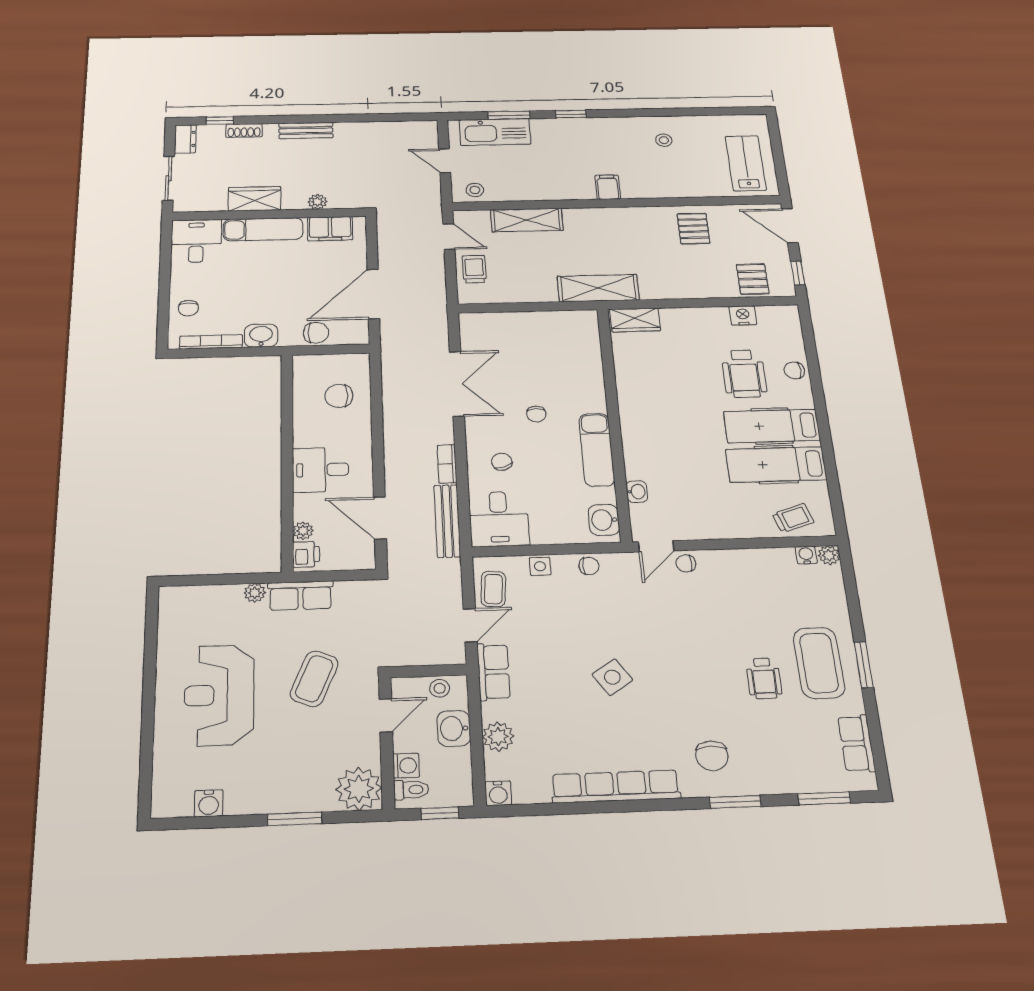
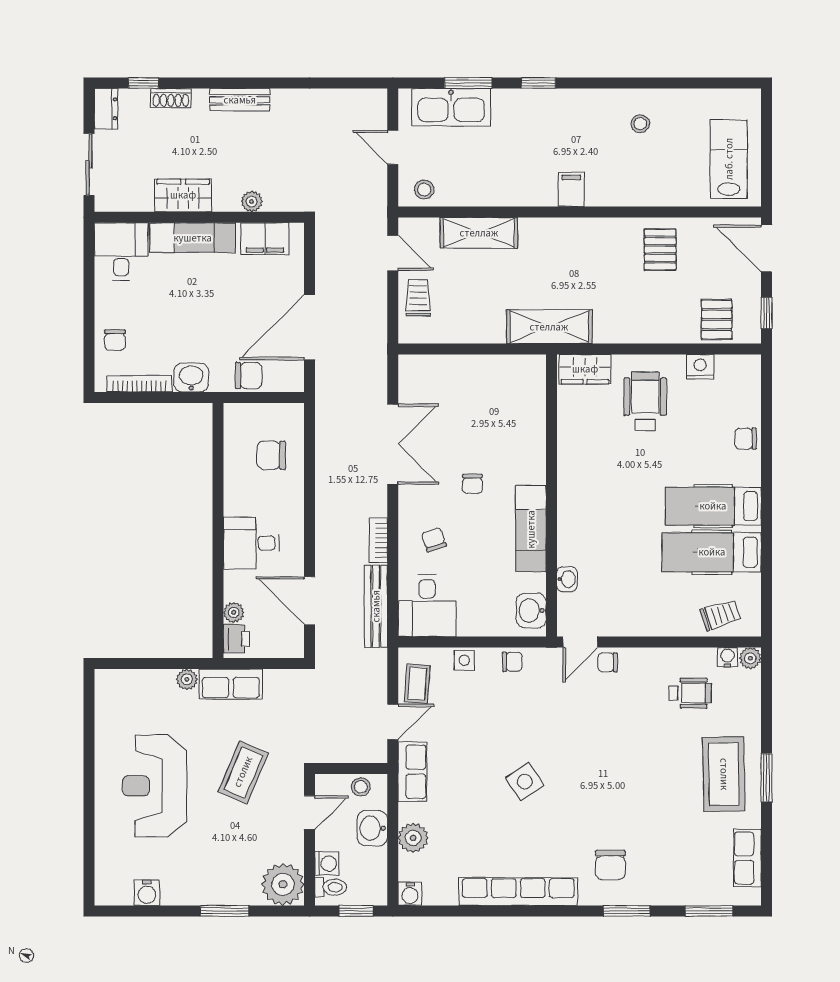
wheelchair: (744, 374) -> (645, 401), moved, turned 180
wheelchair: (764, 678) -> (690, 693), moved, turned -90

